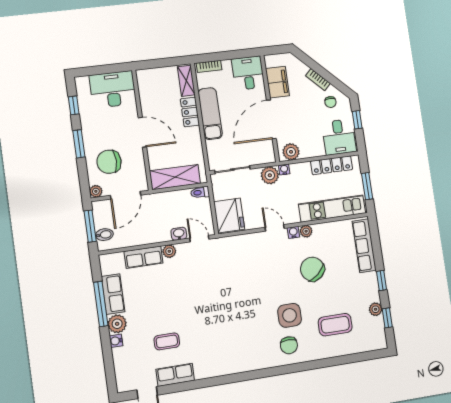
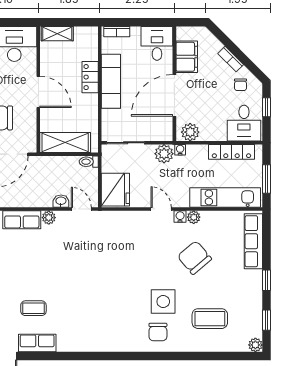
shelving: (186, 81) -> (57, 34), moved, turned 90
plant: (376, 309) -> (255, 345), moved

